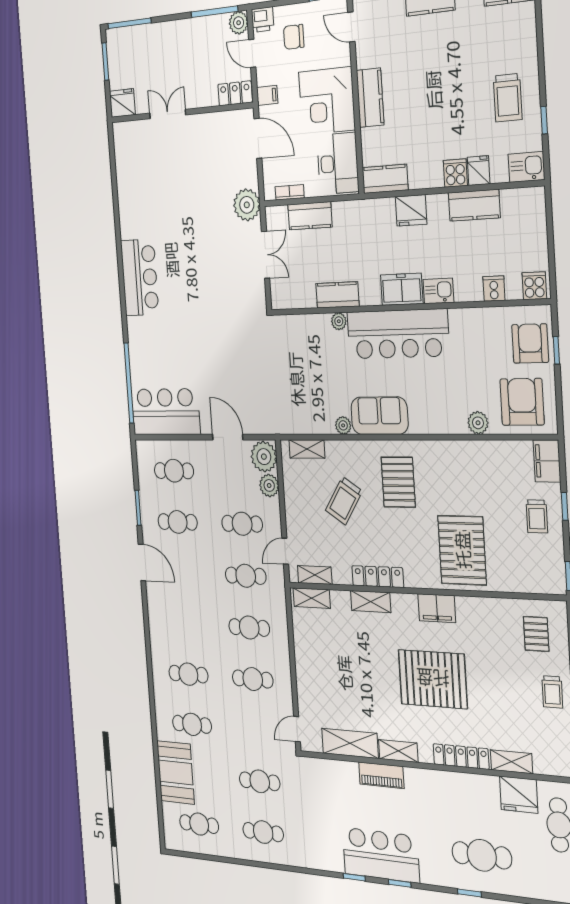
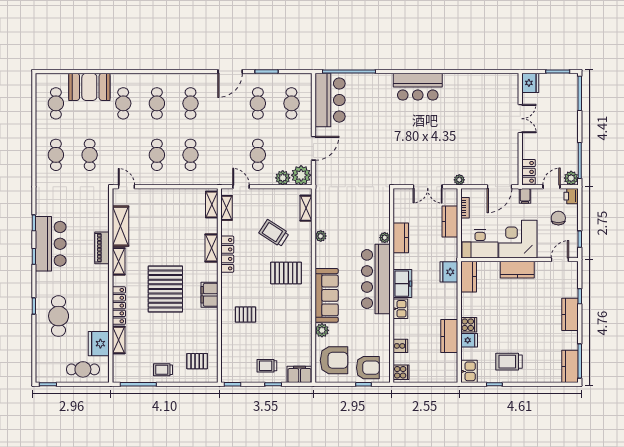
plant: (247, 205) -> (459, 180), width x0.53, depth x0.53
fridge: (411, 210) -> (449, 272), moved
sofa: (379, 416) -> (327, 295), moved, width x1.36
pallet: (462, 550) -> (245, 315), width x0.49, depth x0.50
cafe table: (246, 576) -> (191, 103), moved

